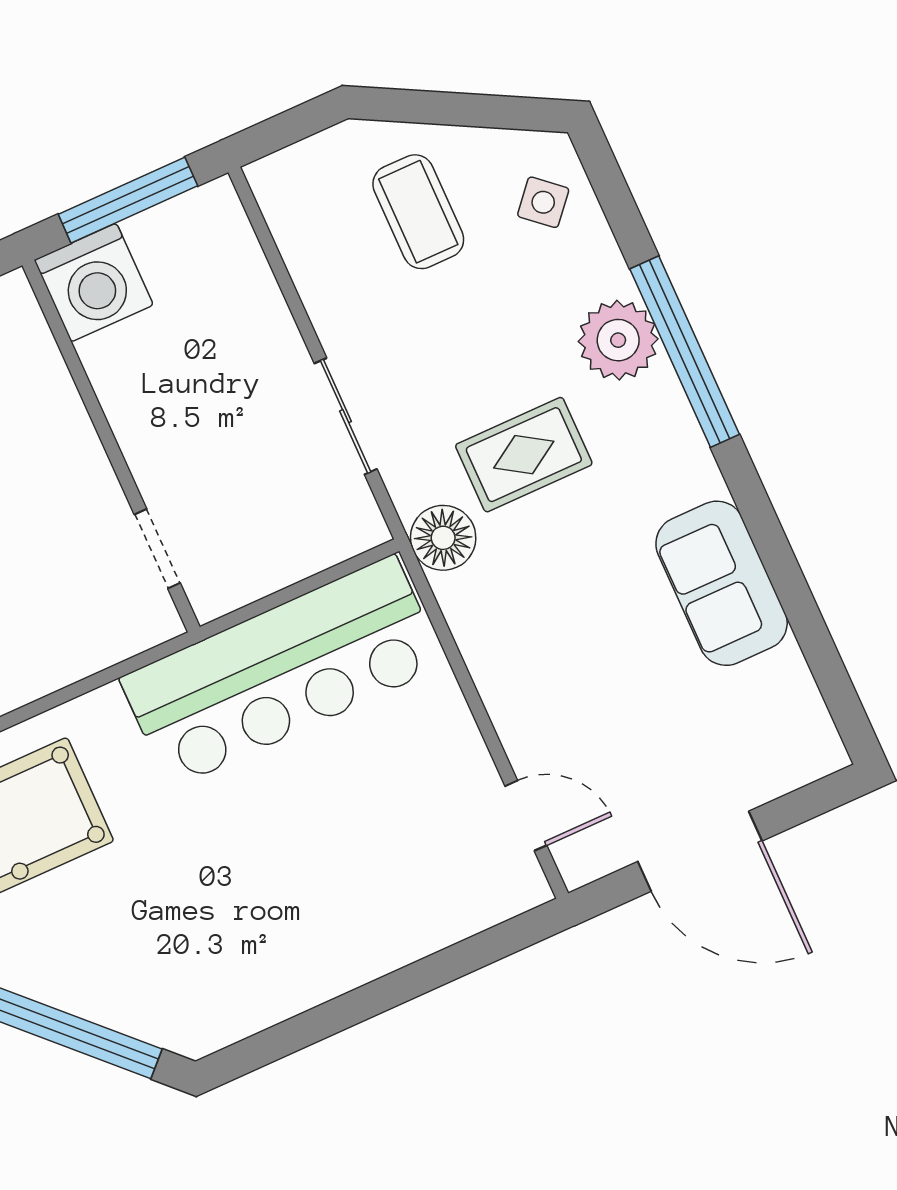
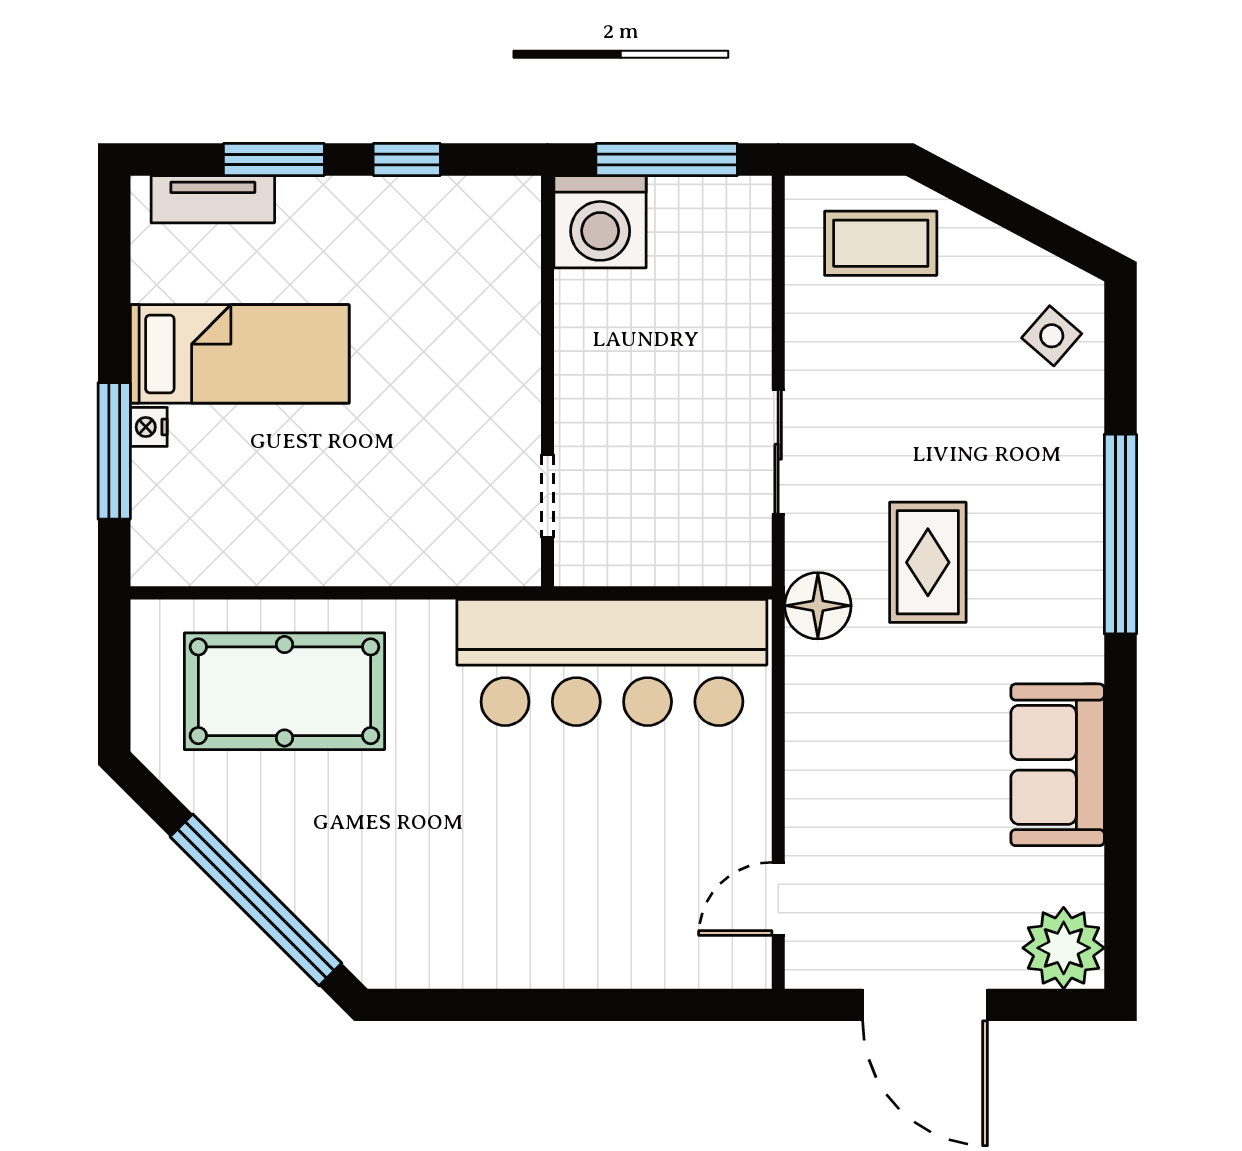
coffee table: (418, 212) -> (881, 243), moved, turned 90
plant: (618, 340) -> (1064, 948), moved
rug: (524, 455) -> (928, 562), turned 90
door: (526, 816) -> (778, 899), swing flipped

